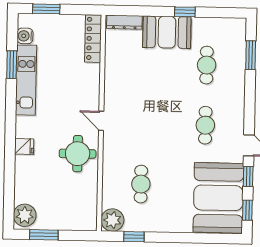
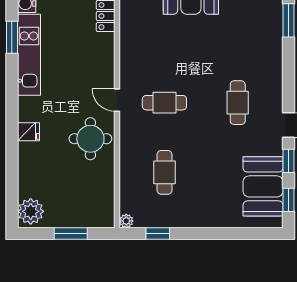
cafe table: (207, 65) -> (164, 103), moved, turned 90
booth: (218, 198) -> (263, 186), width x0.73, depth x0.70
plant: (112, 220) -> (126, 221), width x0.53, depth x0.53
window: (44, 235) -> (71, 234), moved

